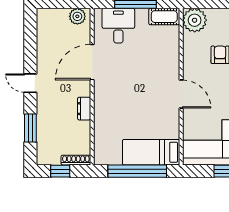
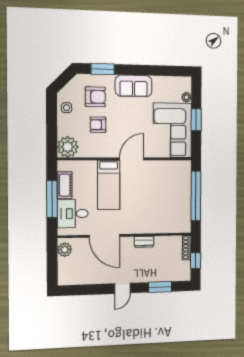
cot: (164, 17) -> (65, 185), moved
bed: (151, 152) -> (109, 185), moved

